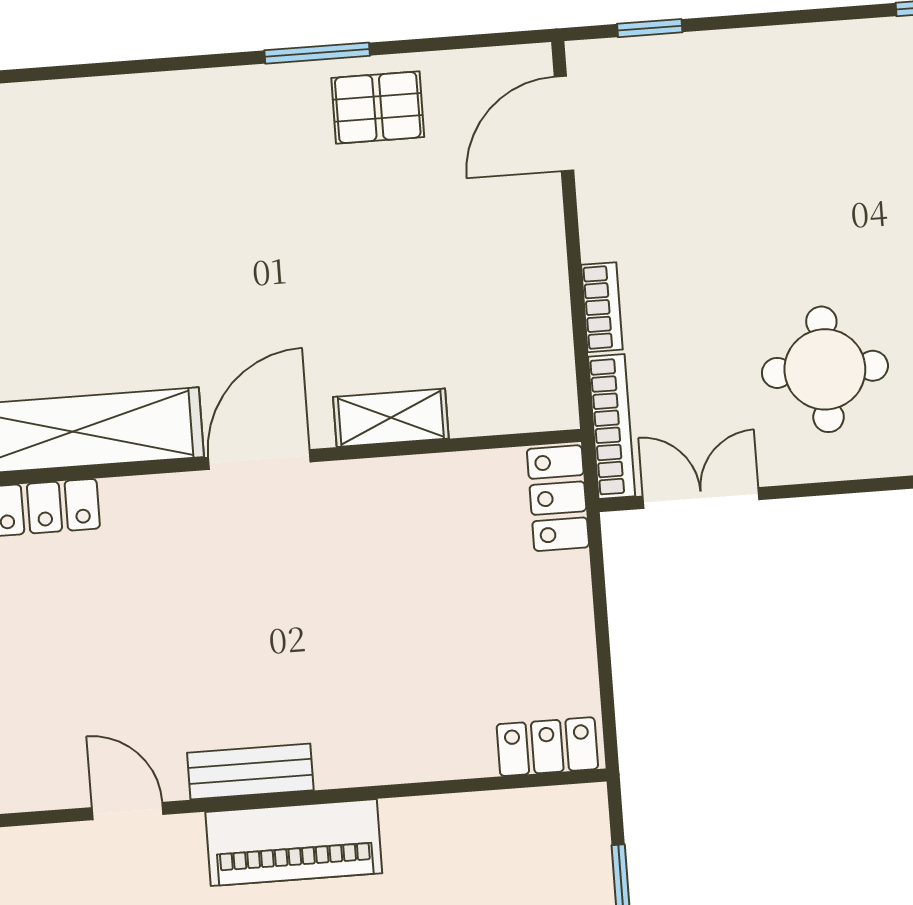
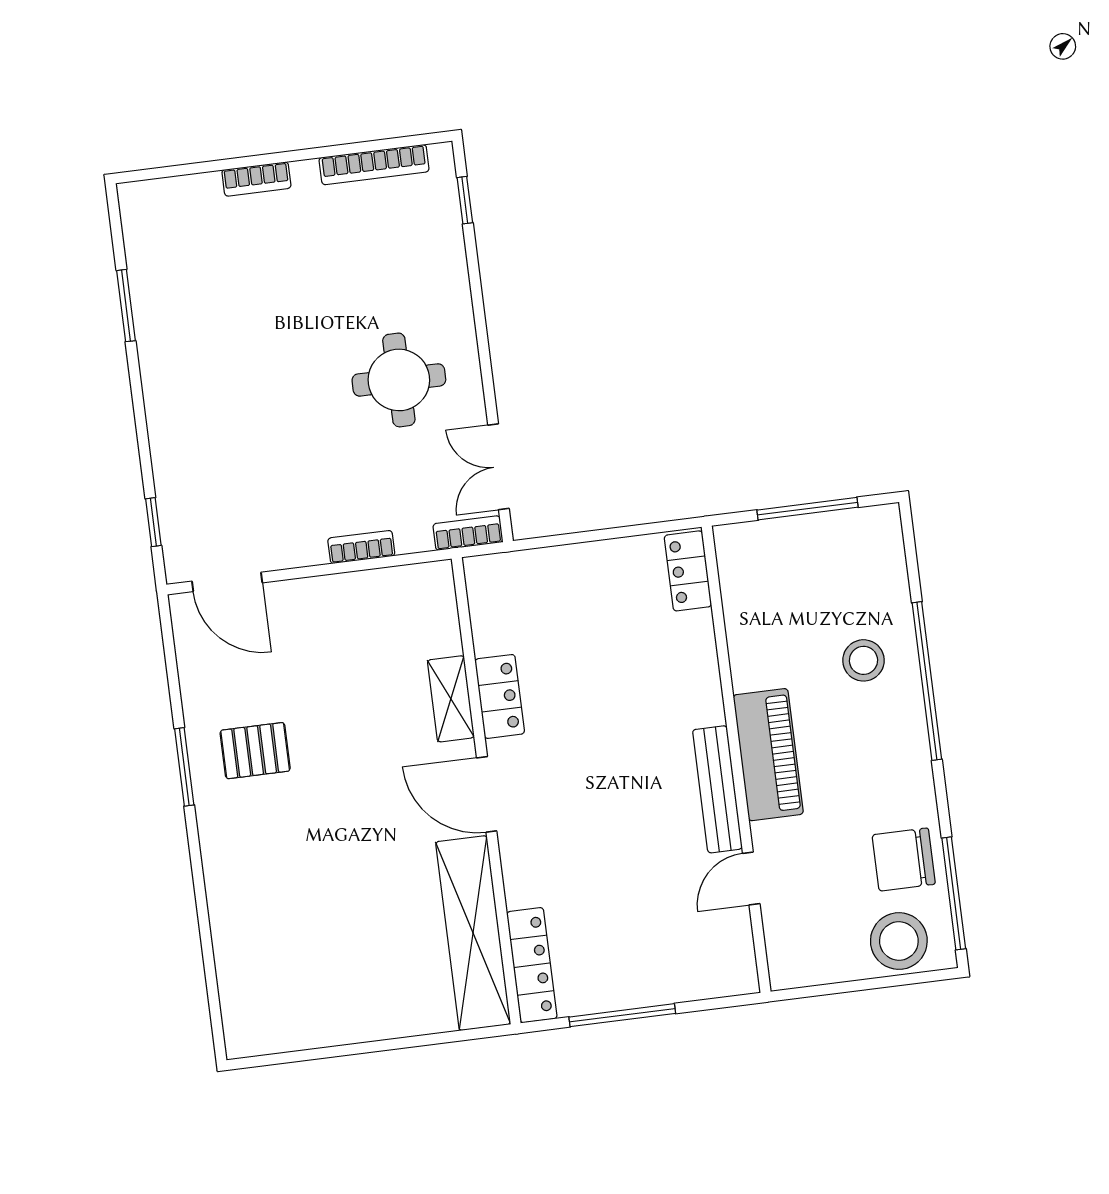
pallet: (378, 107) -> (255, 751), moved, turned 90
bookcase: (612, 426) -> (468, 533), width x0.64
locker: (558, 498) -> (500, 696), moved, turned -90
bench: (250, 772) -> (717, 789), width x1.36

